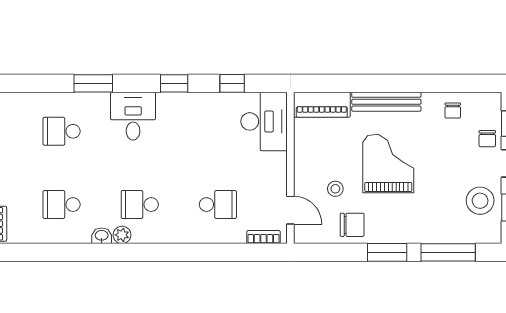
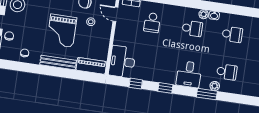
plant: (81, 101) -> (215, 86), added
school desk: (218, 205) -> (152, 23), turned -90

